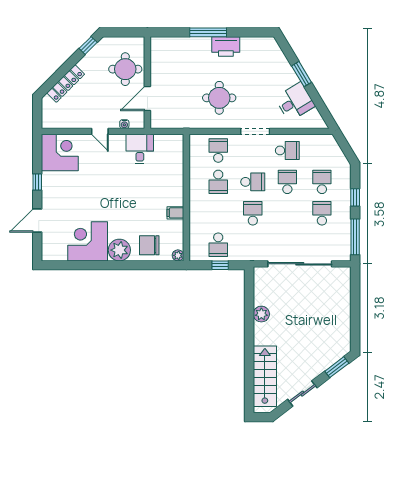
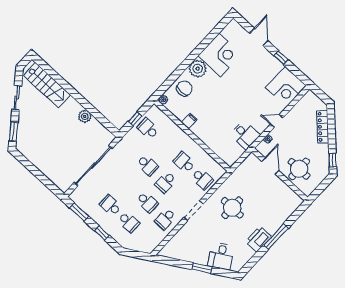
desk: (295, 102) -> (221, 256), moved
school desk: (322, 213) -> (111, 205), turned 180
window: (355, 237) -> (79, 212), width x0.69

